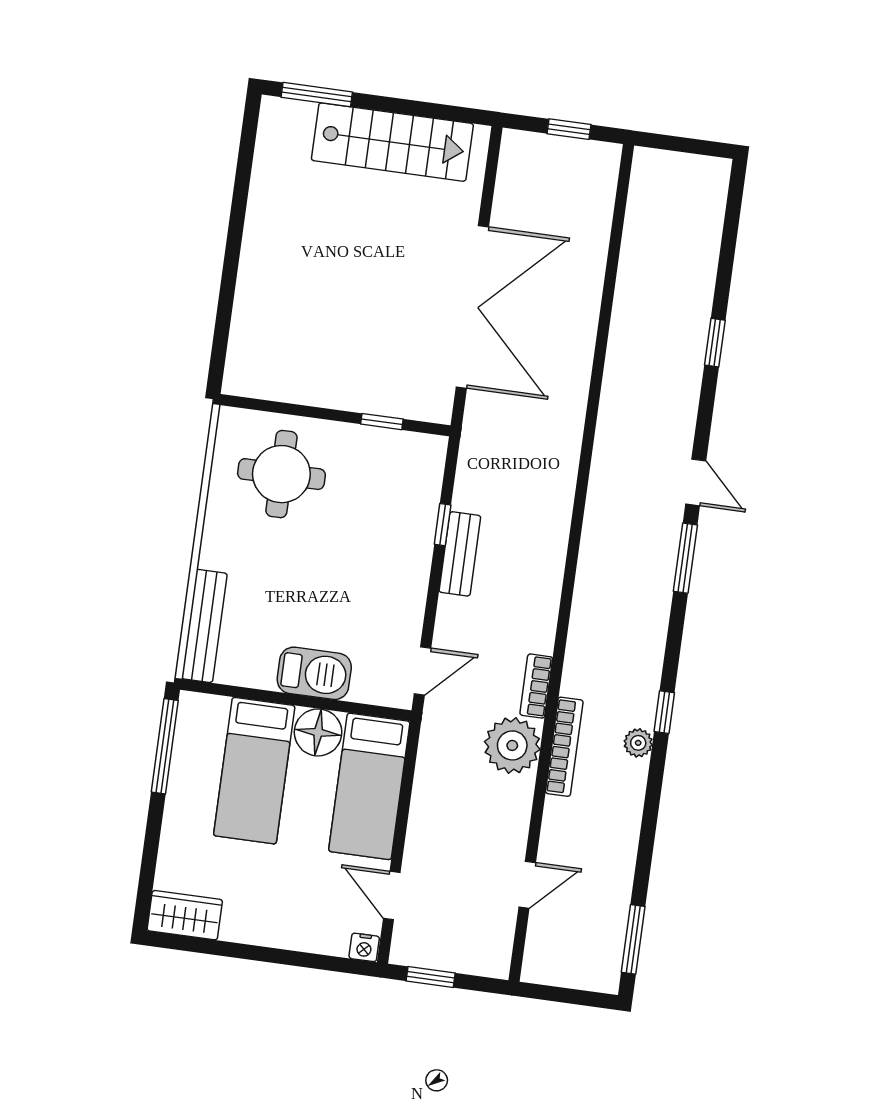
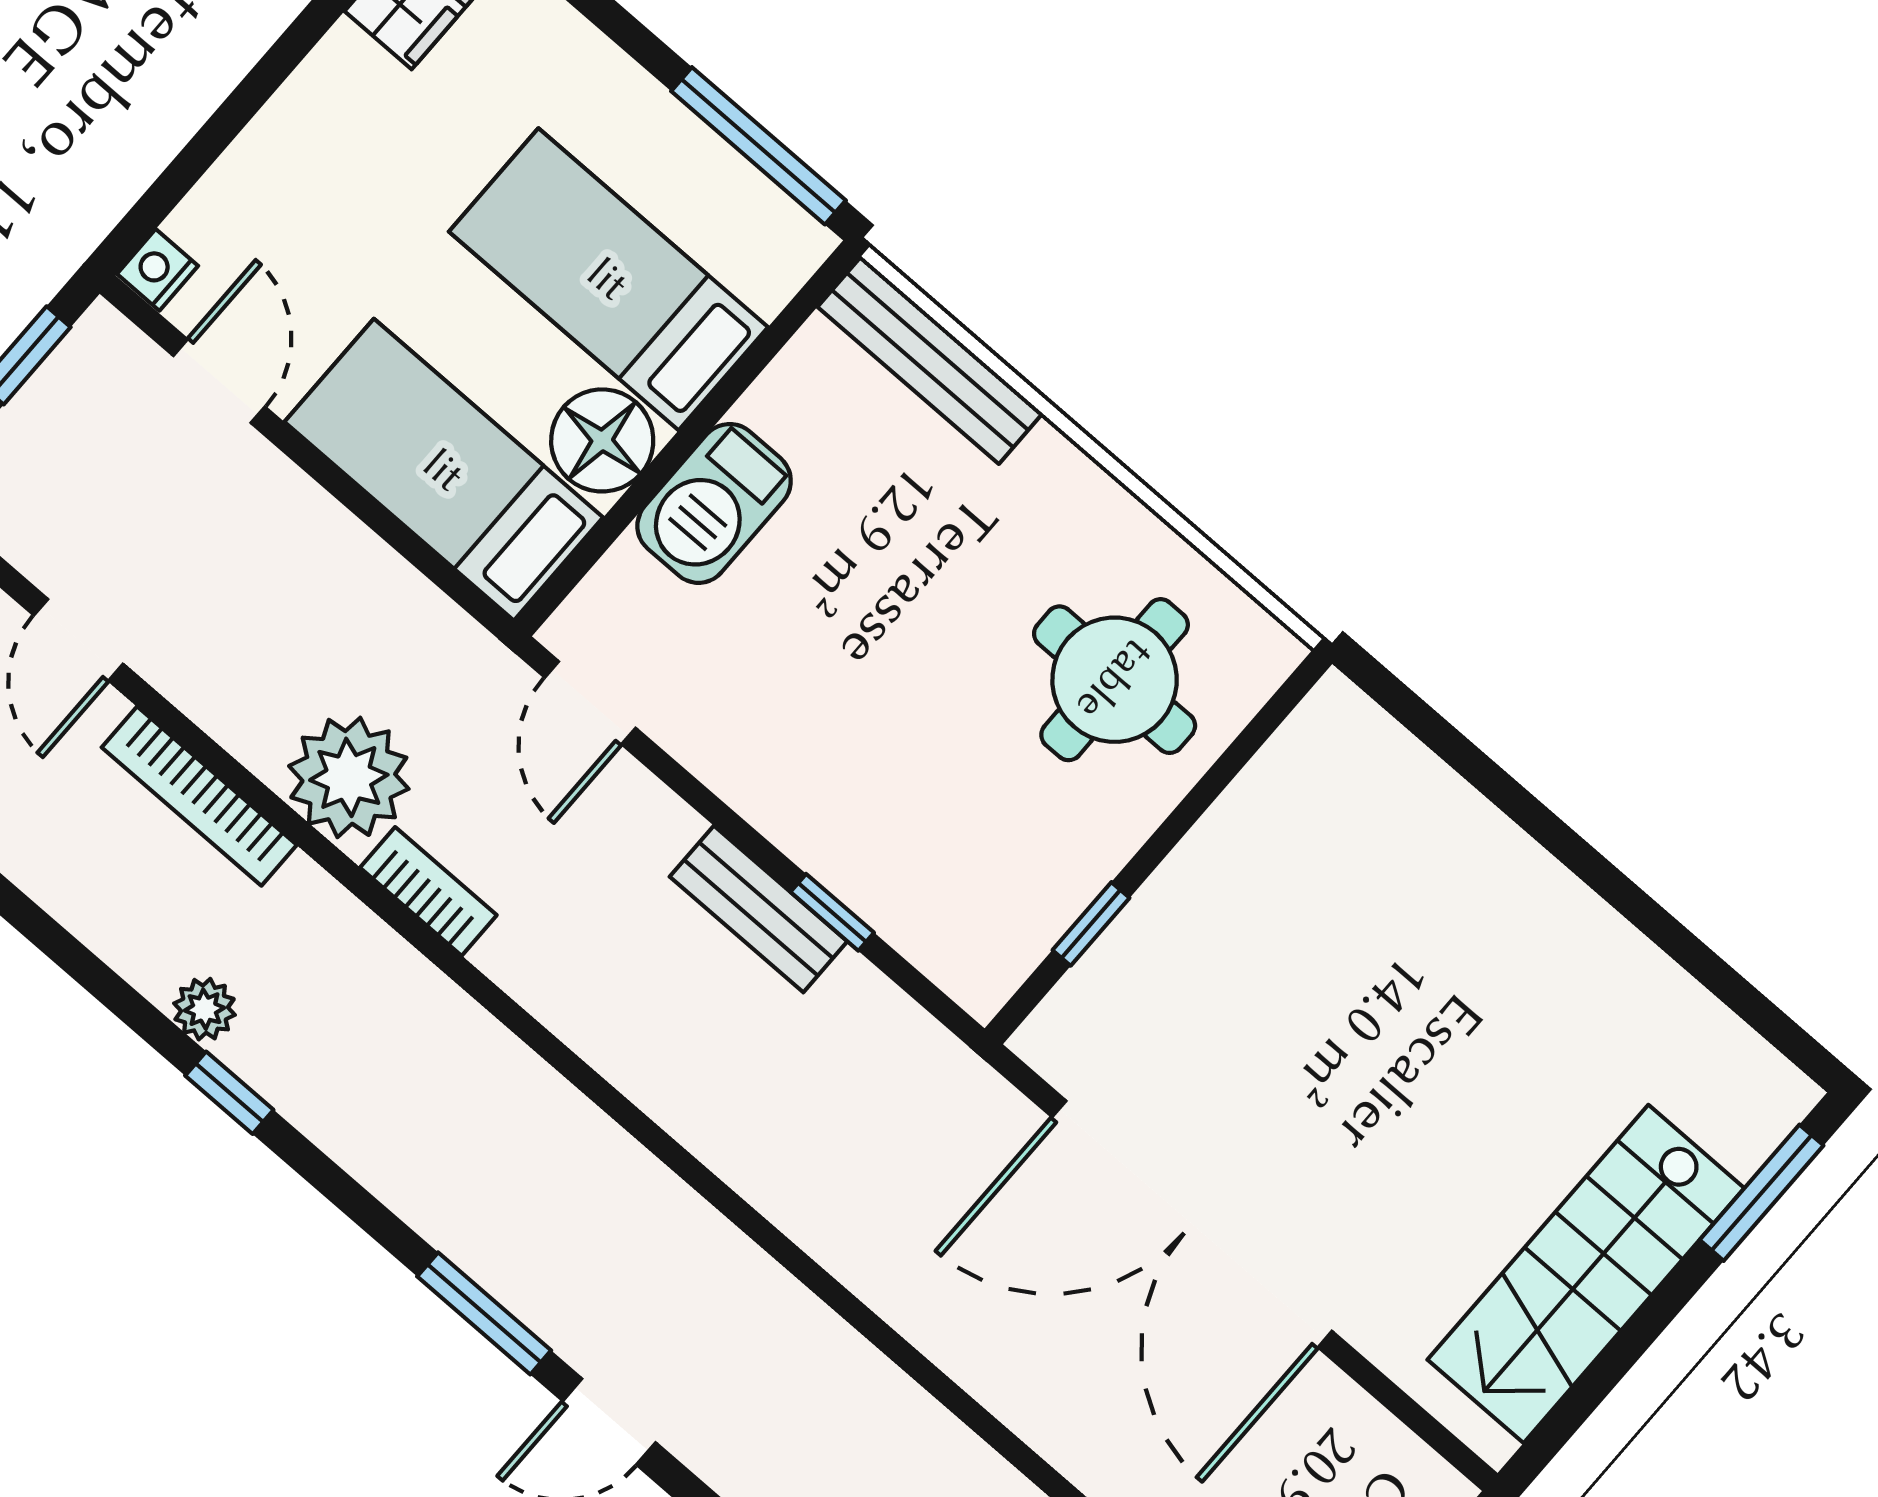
bookcase: (564, 747) -> (199, 796), moved
door: (392, 895) -> (219, 381), hinge flipped

